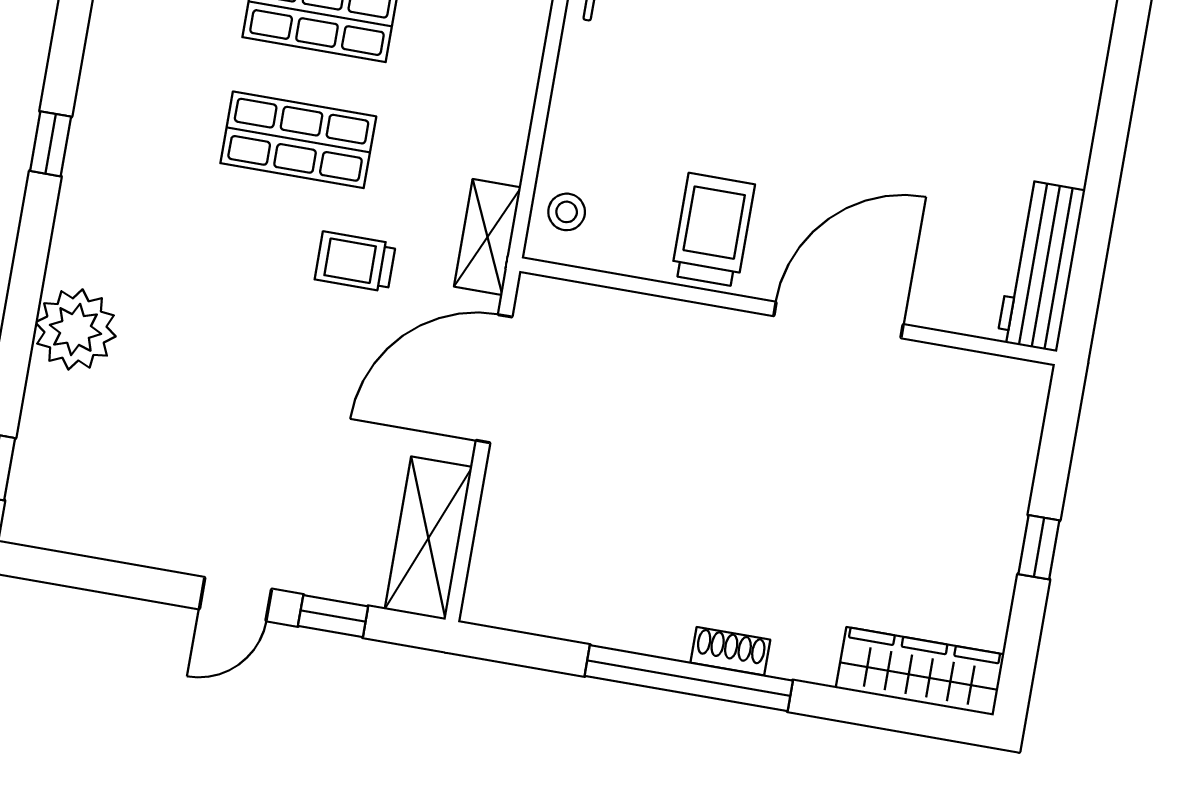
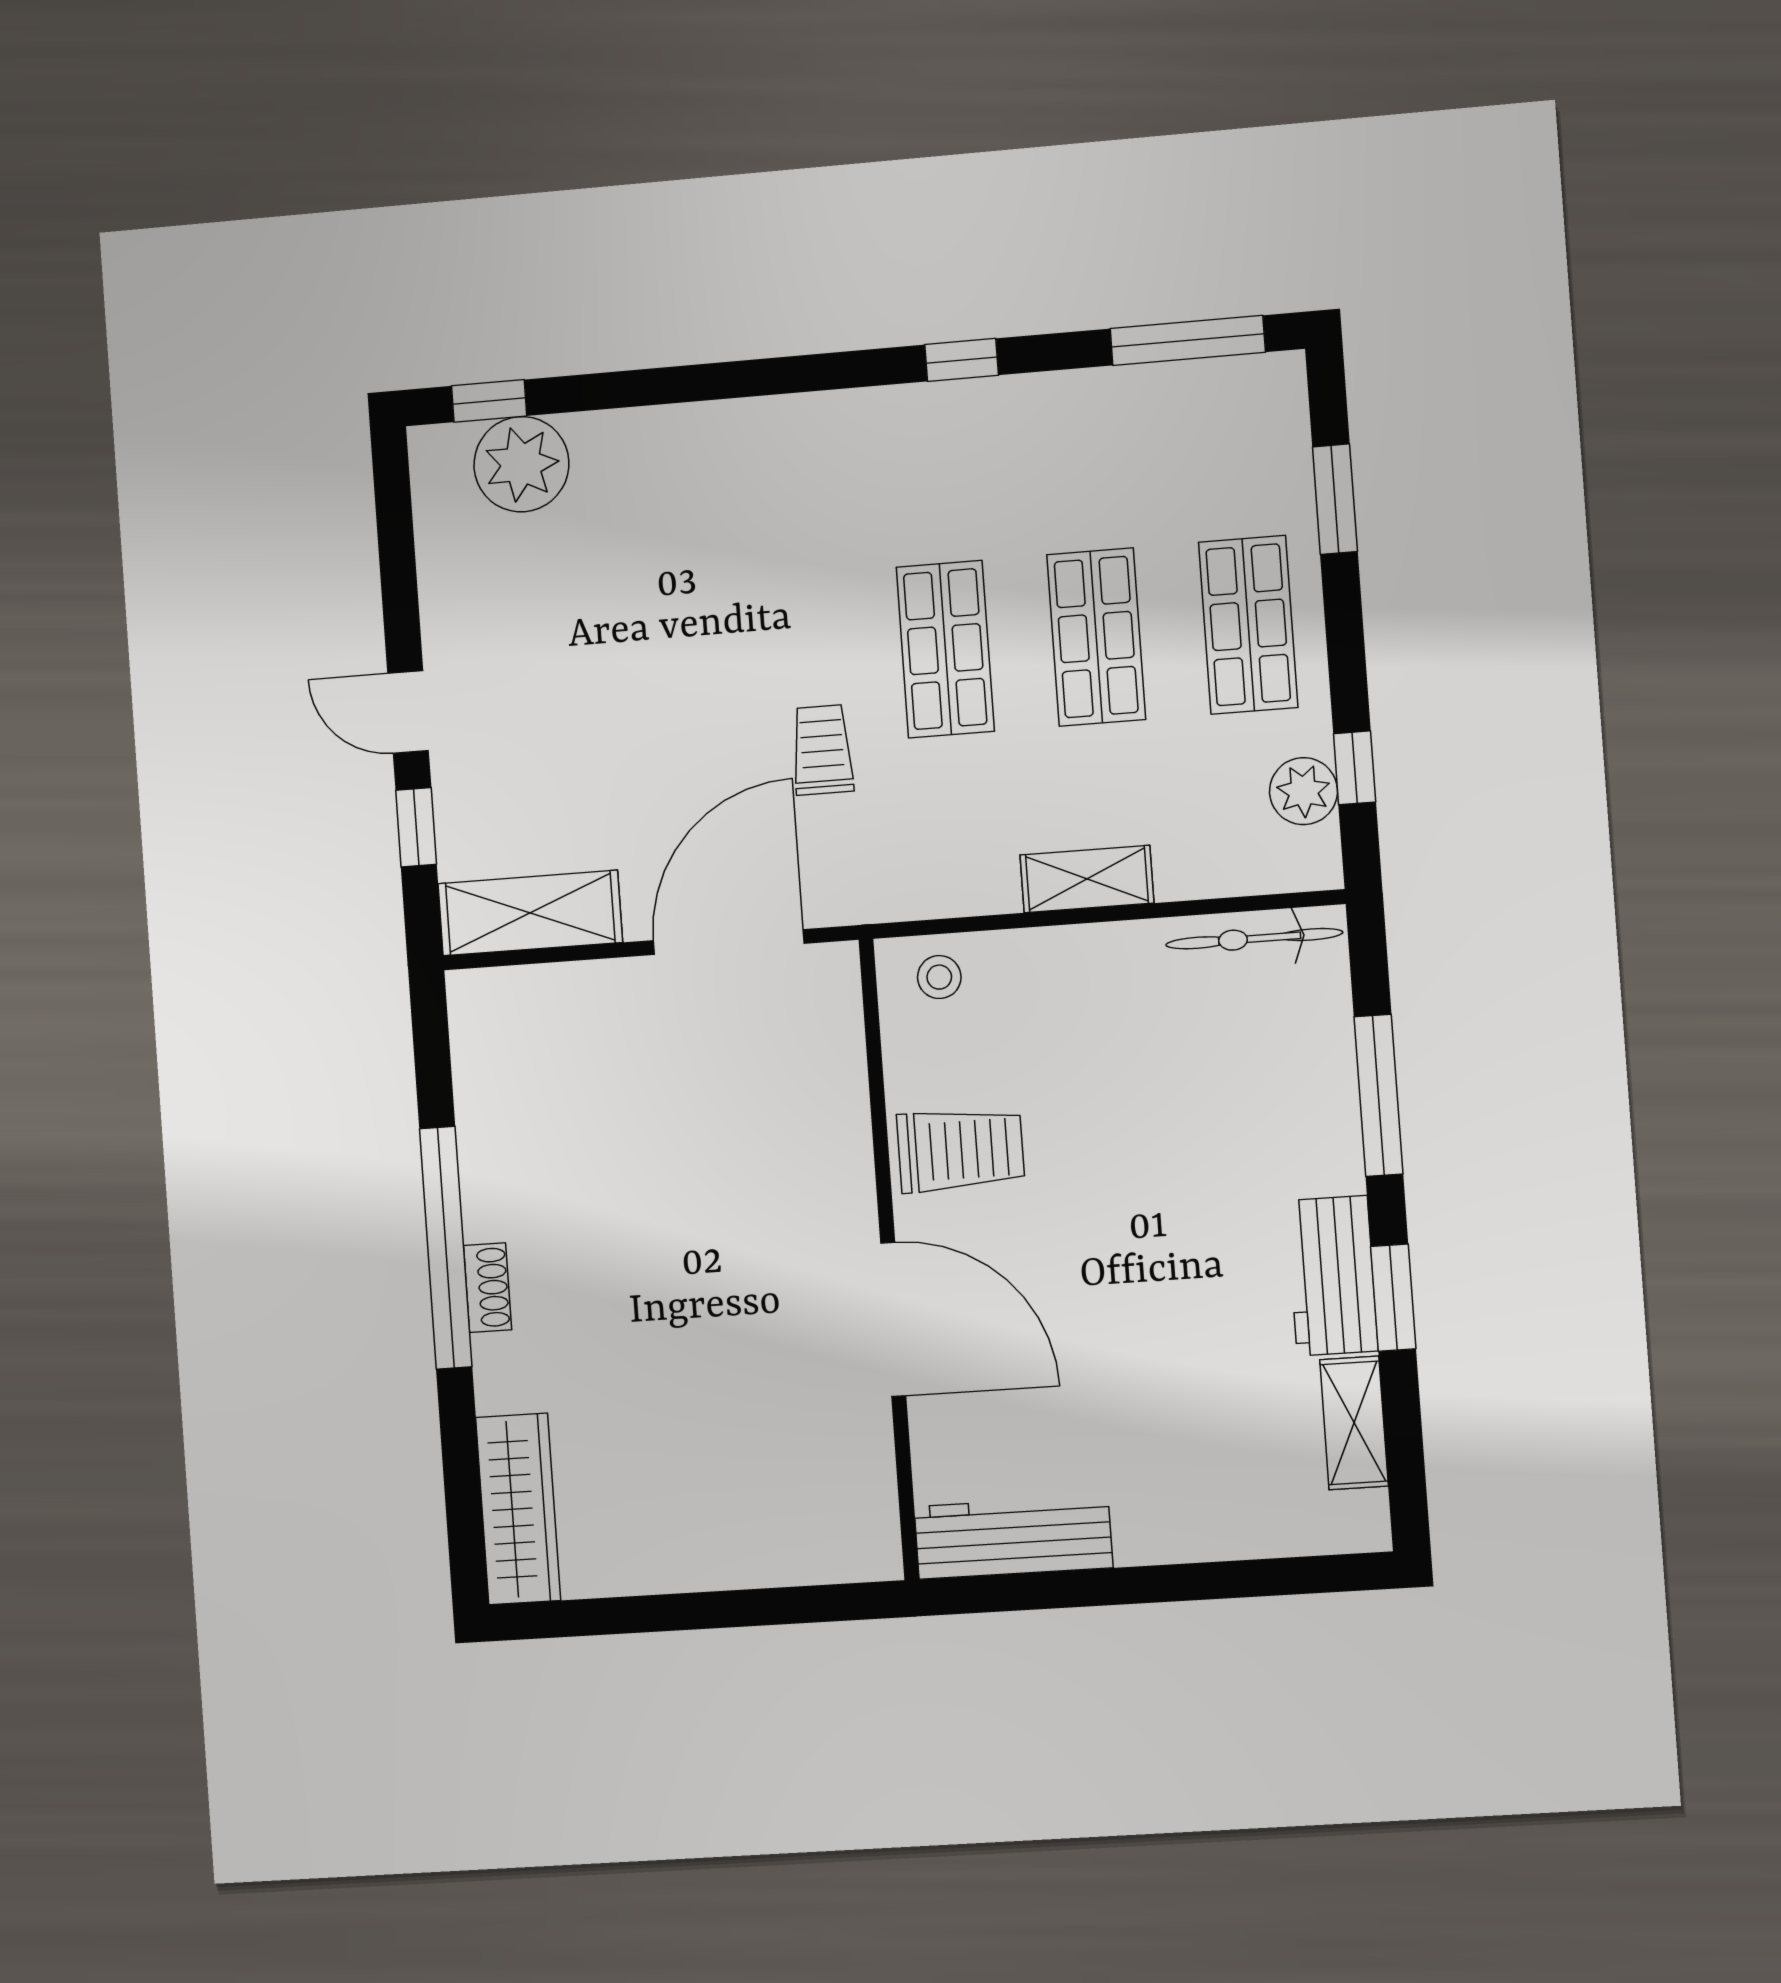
window: (51, 144) -> (962, 360), moved
shelving: (488, 237) -> (1087, 879), moved
plant: (76, 329) -> (521, 464), moved
door: (494, 379) -> (729, 942), hinge flipped
window: (1039, 547) -> (691, 1611), removed

